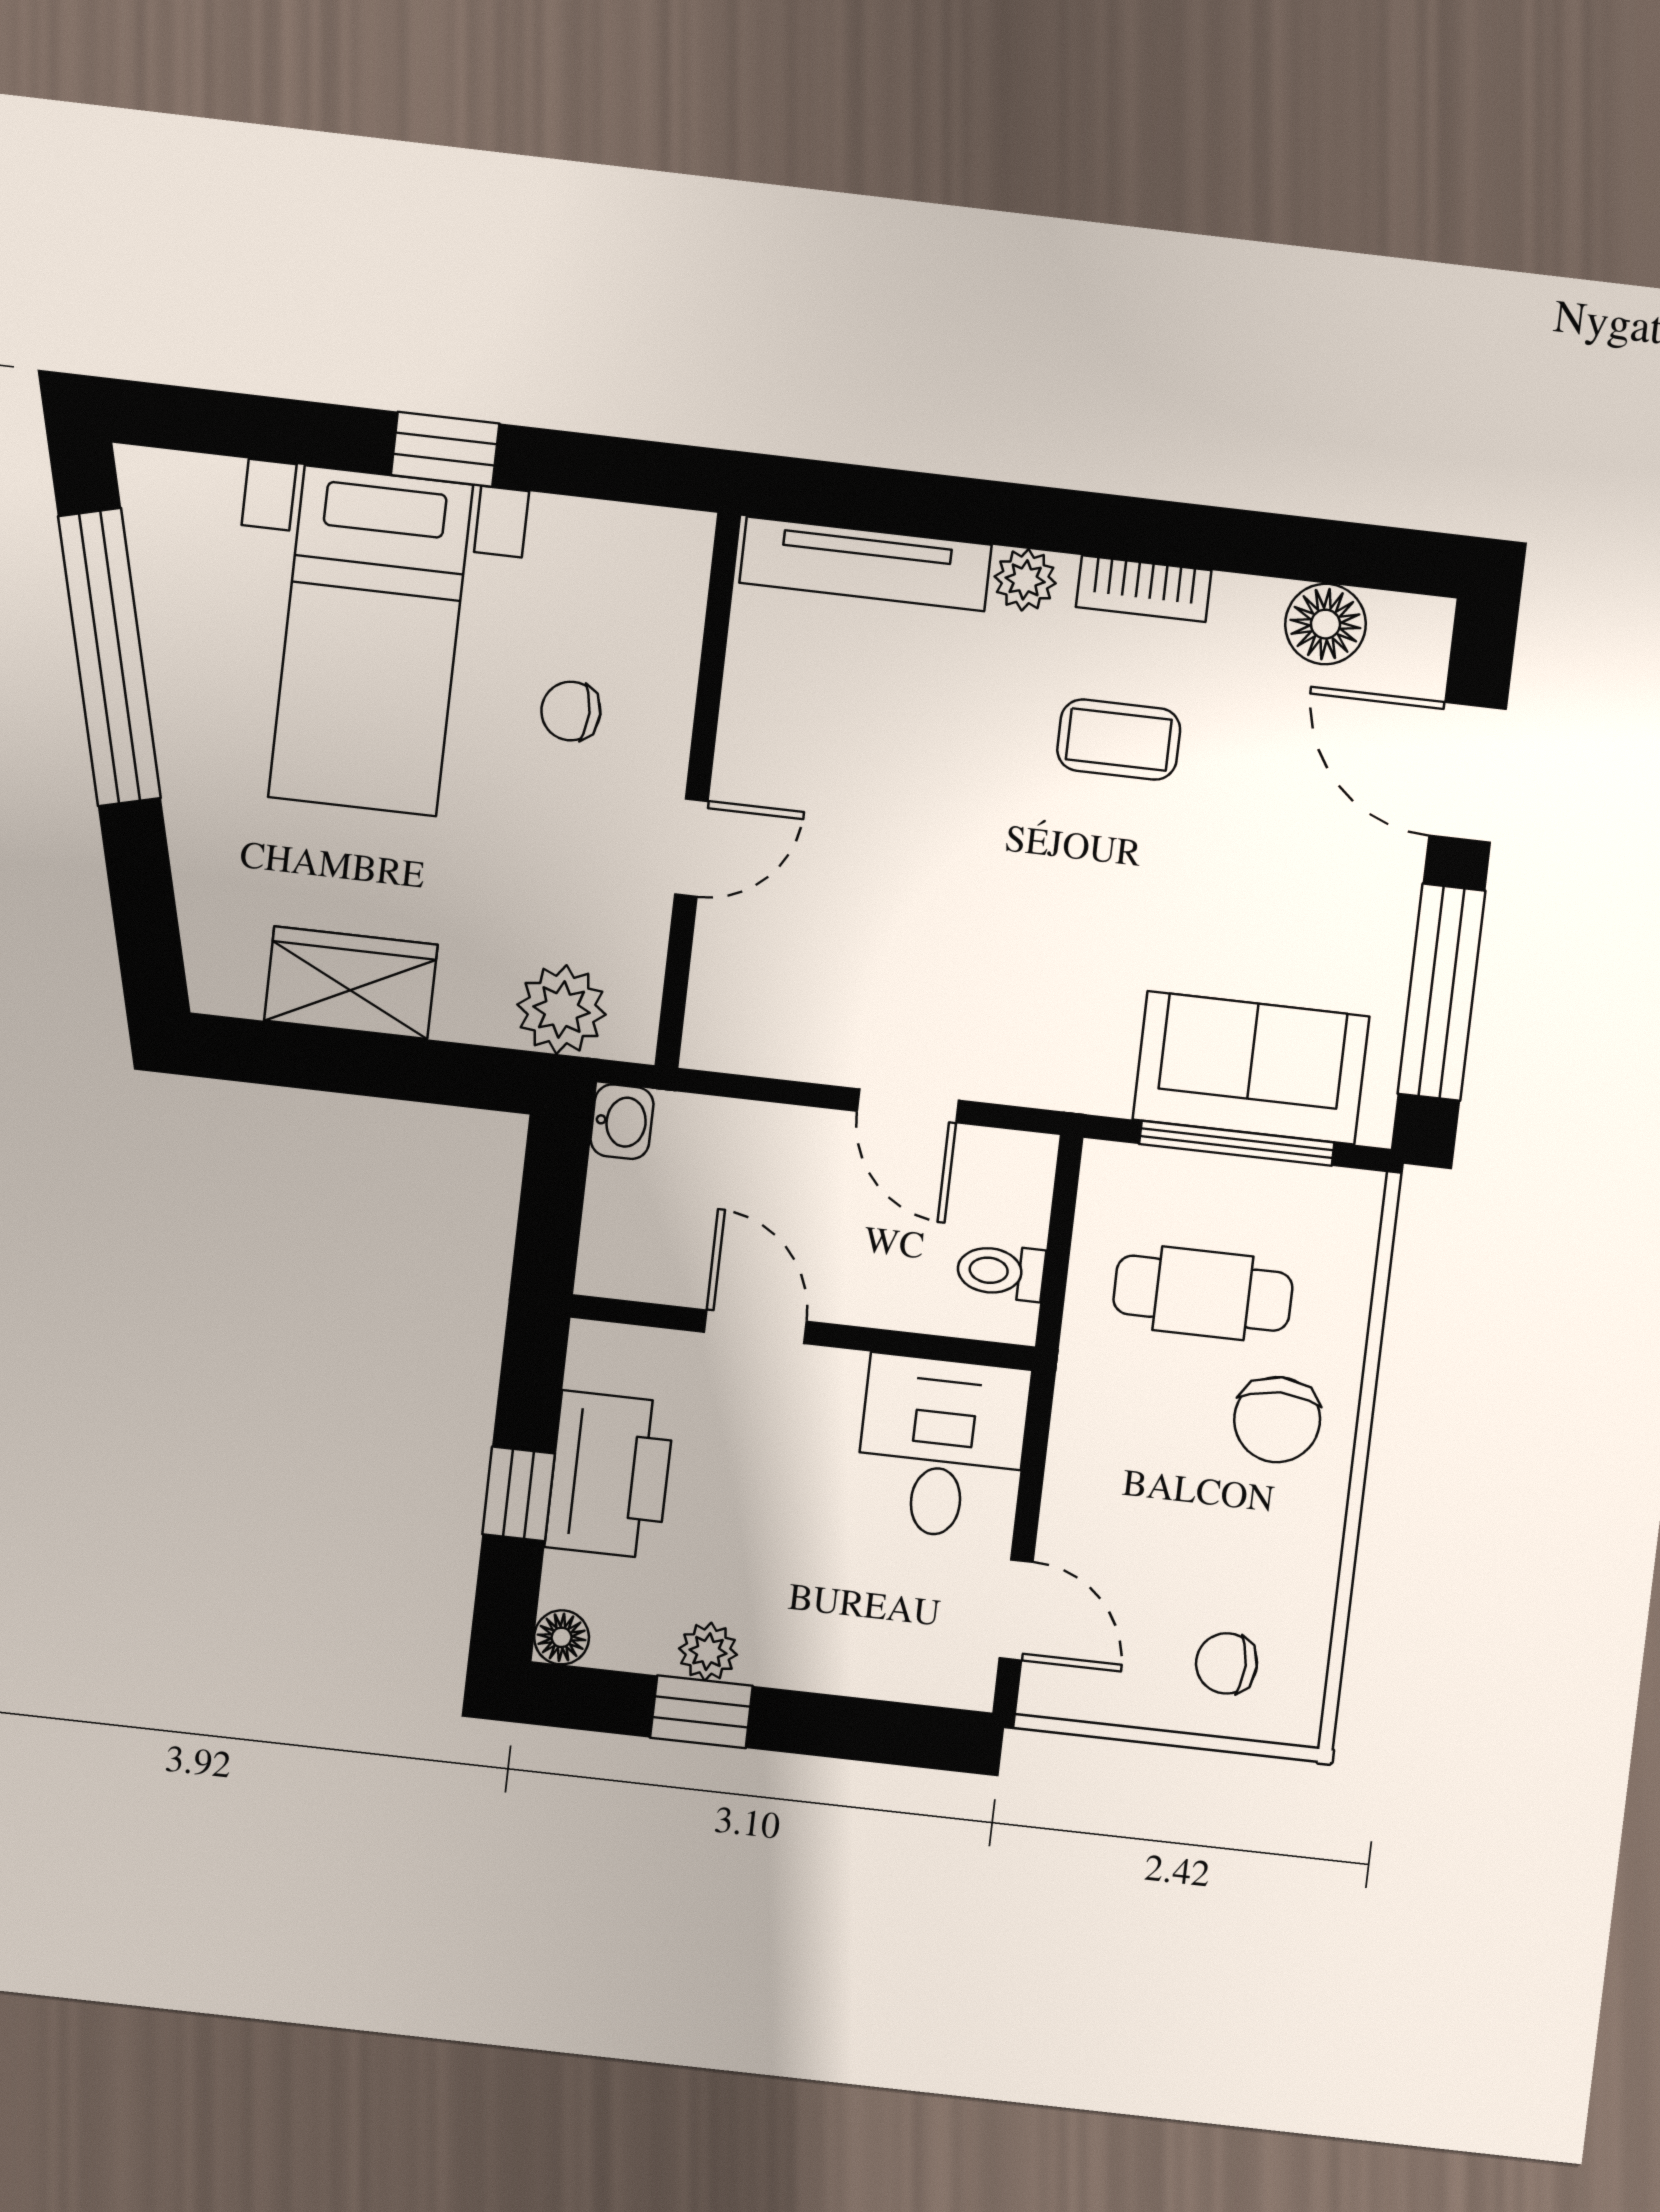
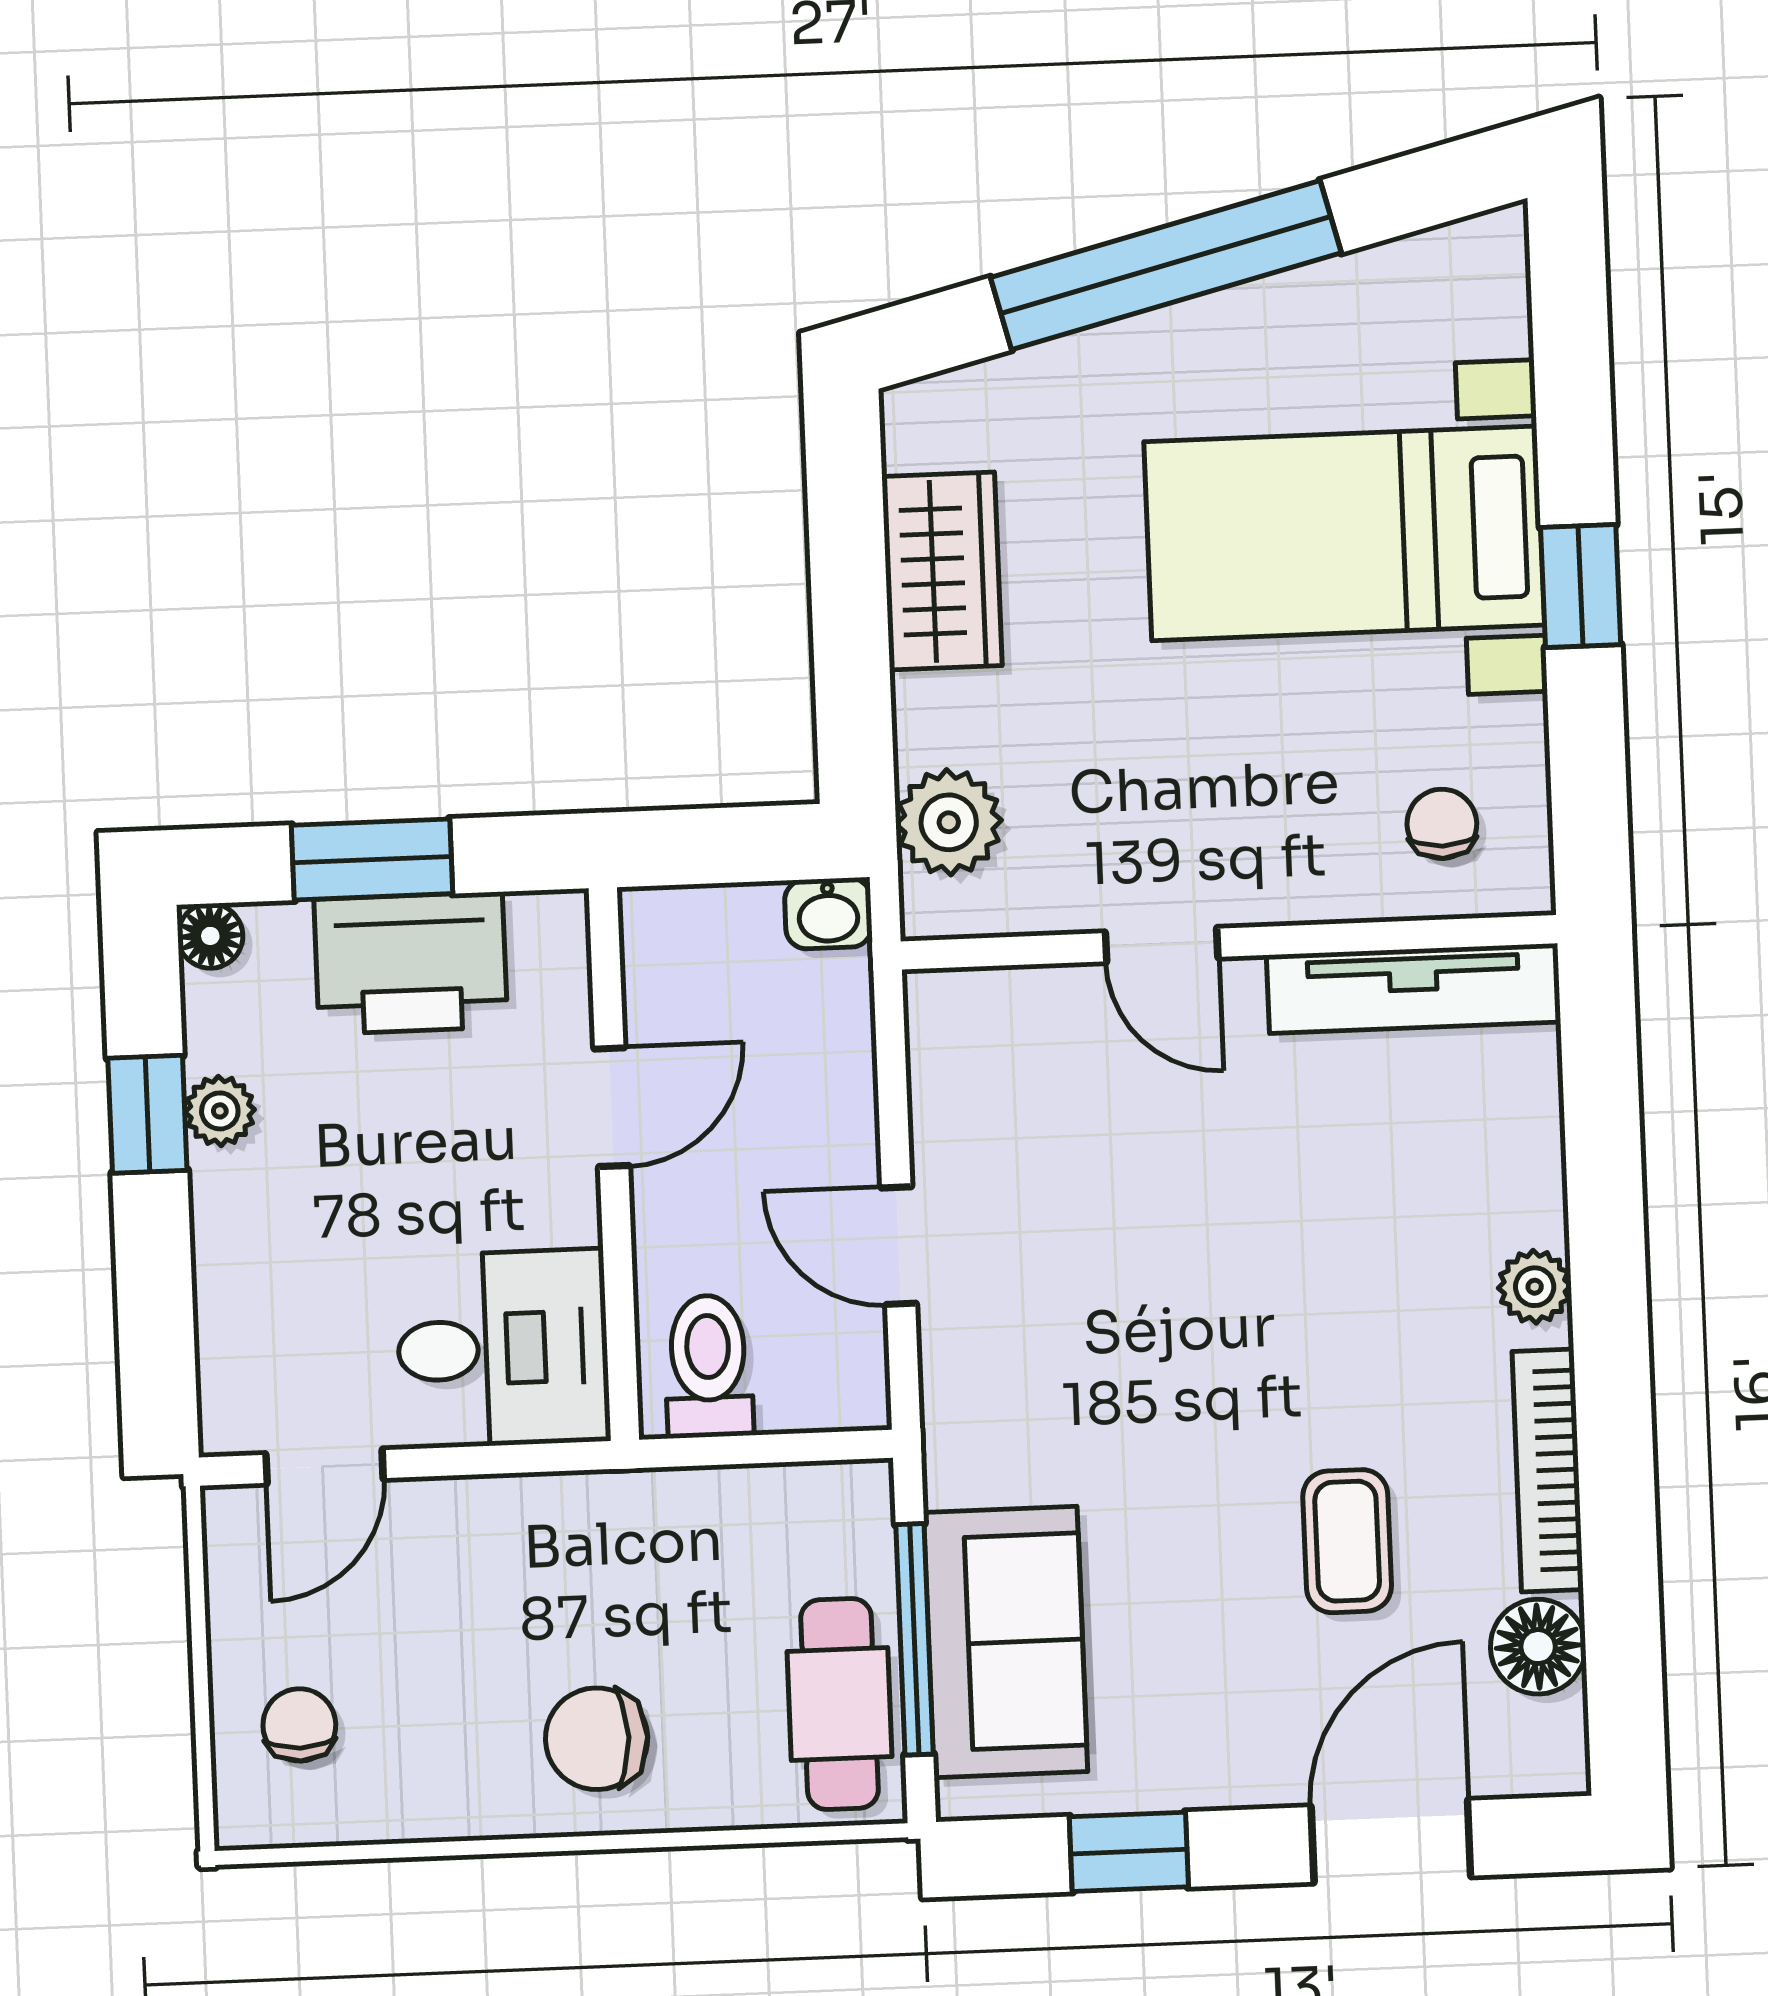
tv unit: (866, 564) -> (1413, 988), moved, turned -90
bookcase: (1144, 589) -> (1548, 1470), width x1.56
window: (109, 657) -> (1166, 265), moved
chair: (571, 711) -> (1442, 824), moved
coffee table: (1119, 740) -> (1347, 1541), moved
window: (1441, 992) -> (1129, 1852), width x0.46
door: (908, 1106) -> (899, 1246), hinge flipped
toilet: (1001, 1272) -> (708, 1366), width x1.37, depth x1.39
cafe table: (1203, 1293) -> (839, 1704), moved
window: (519, 1494) -> (372, 859), width x1.50

